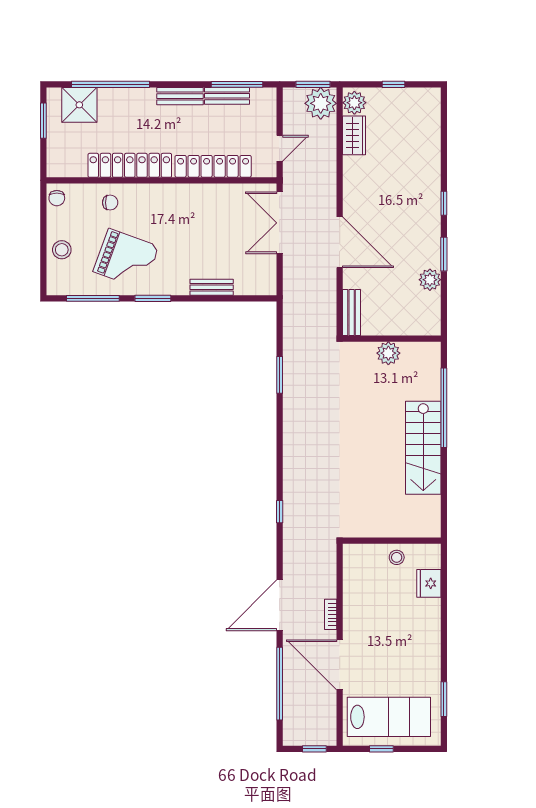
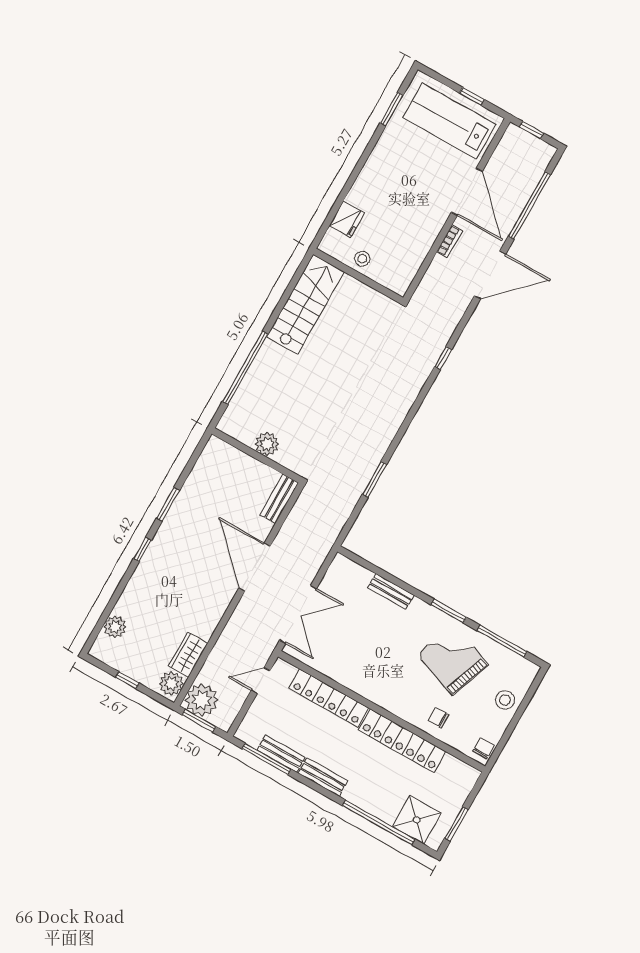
plant: (430, 280) -> (115, 627), moved
stairs: (423, 448) -> (305, 304), moved

